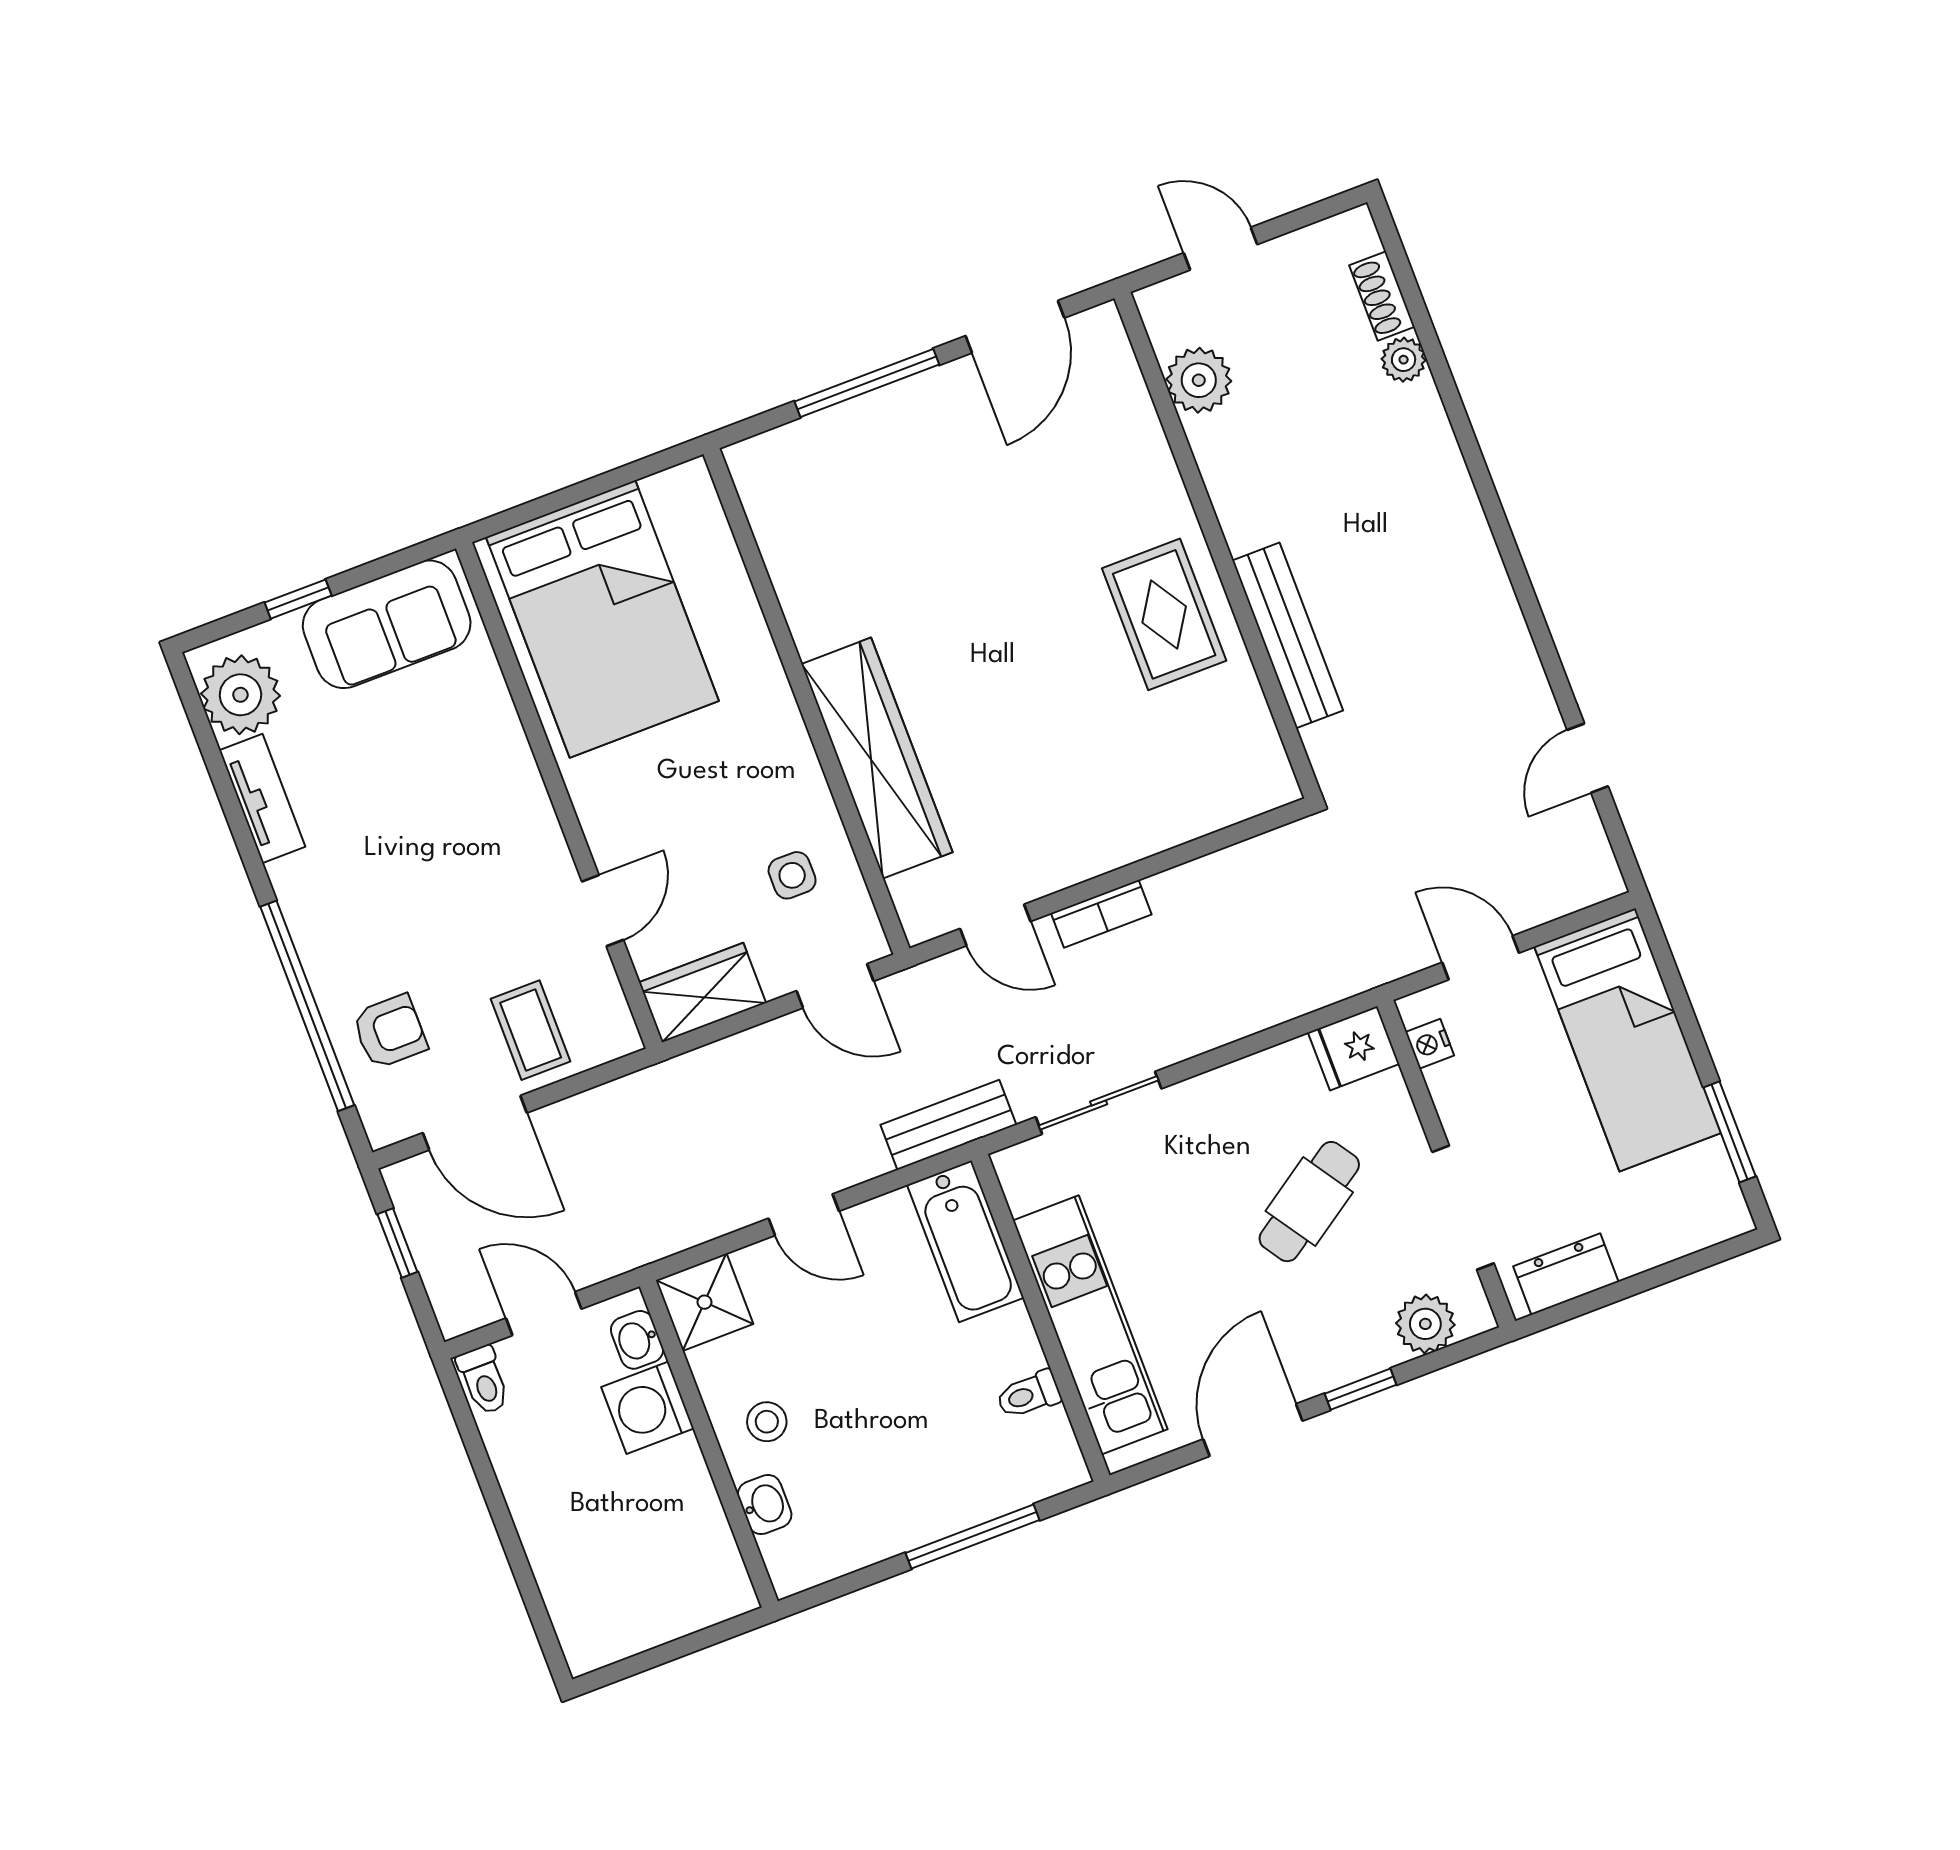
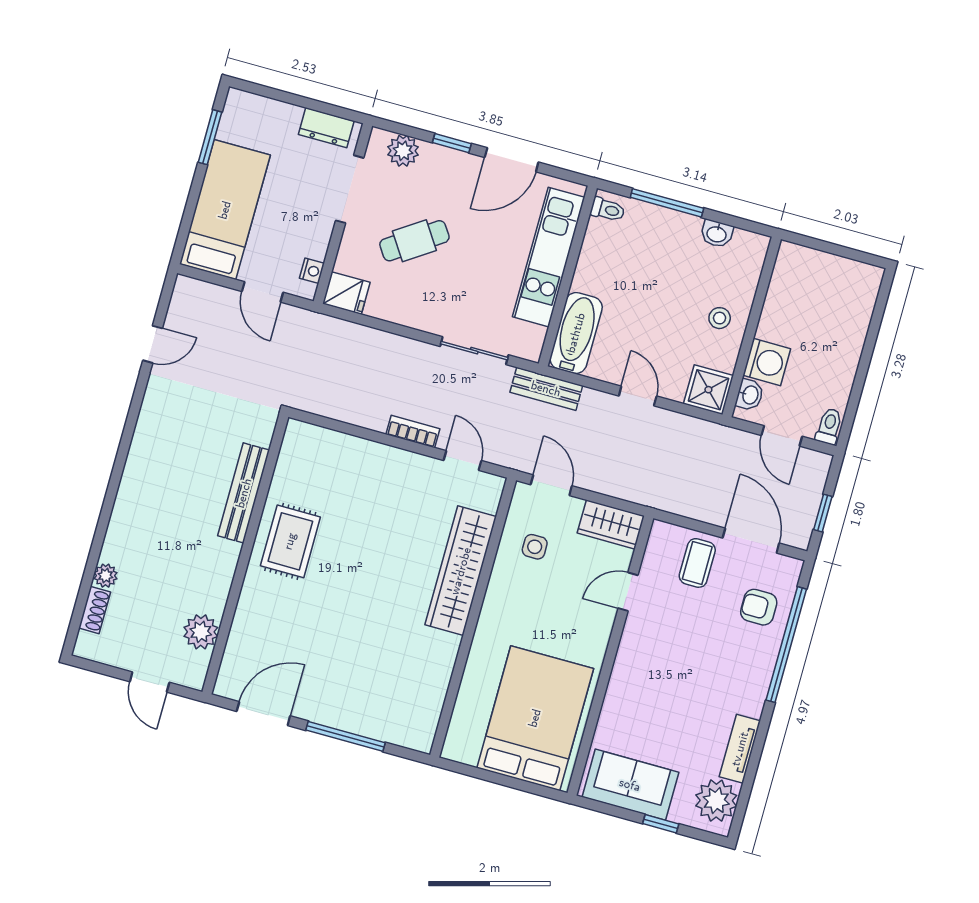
toilet: (1029, 1395) -> (608, 210), moved
washbasin: (765, 1505) -> (717, 234), moved, turned -90

